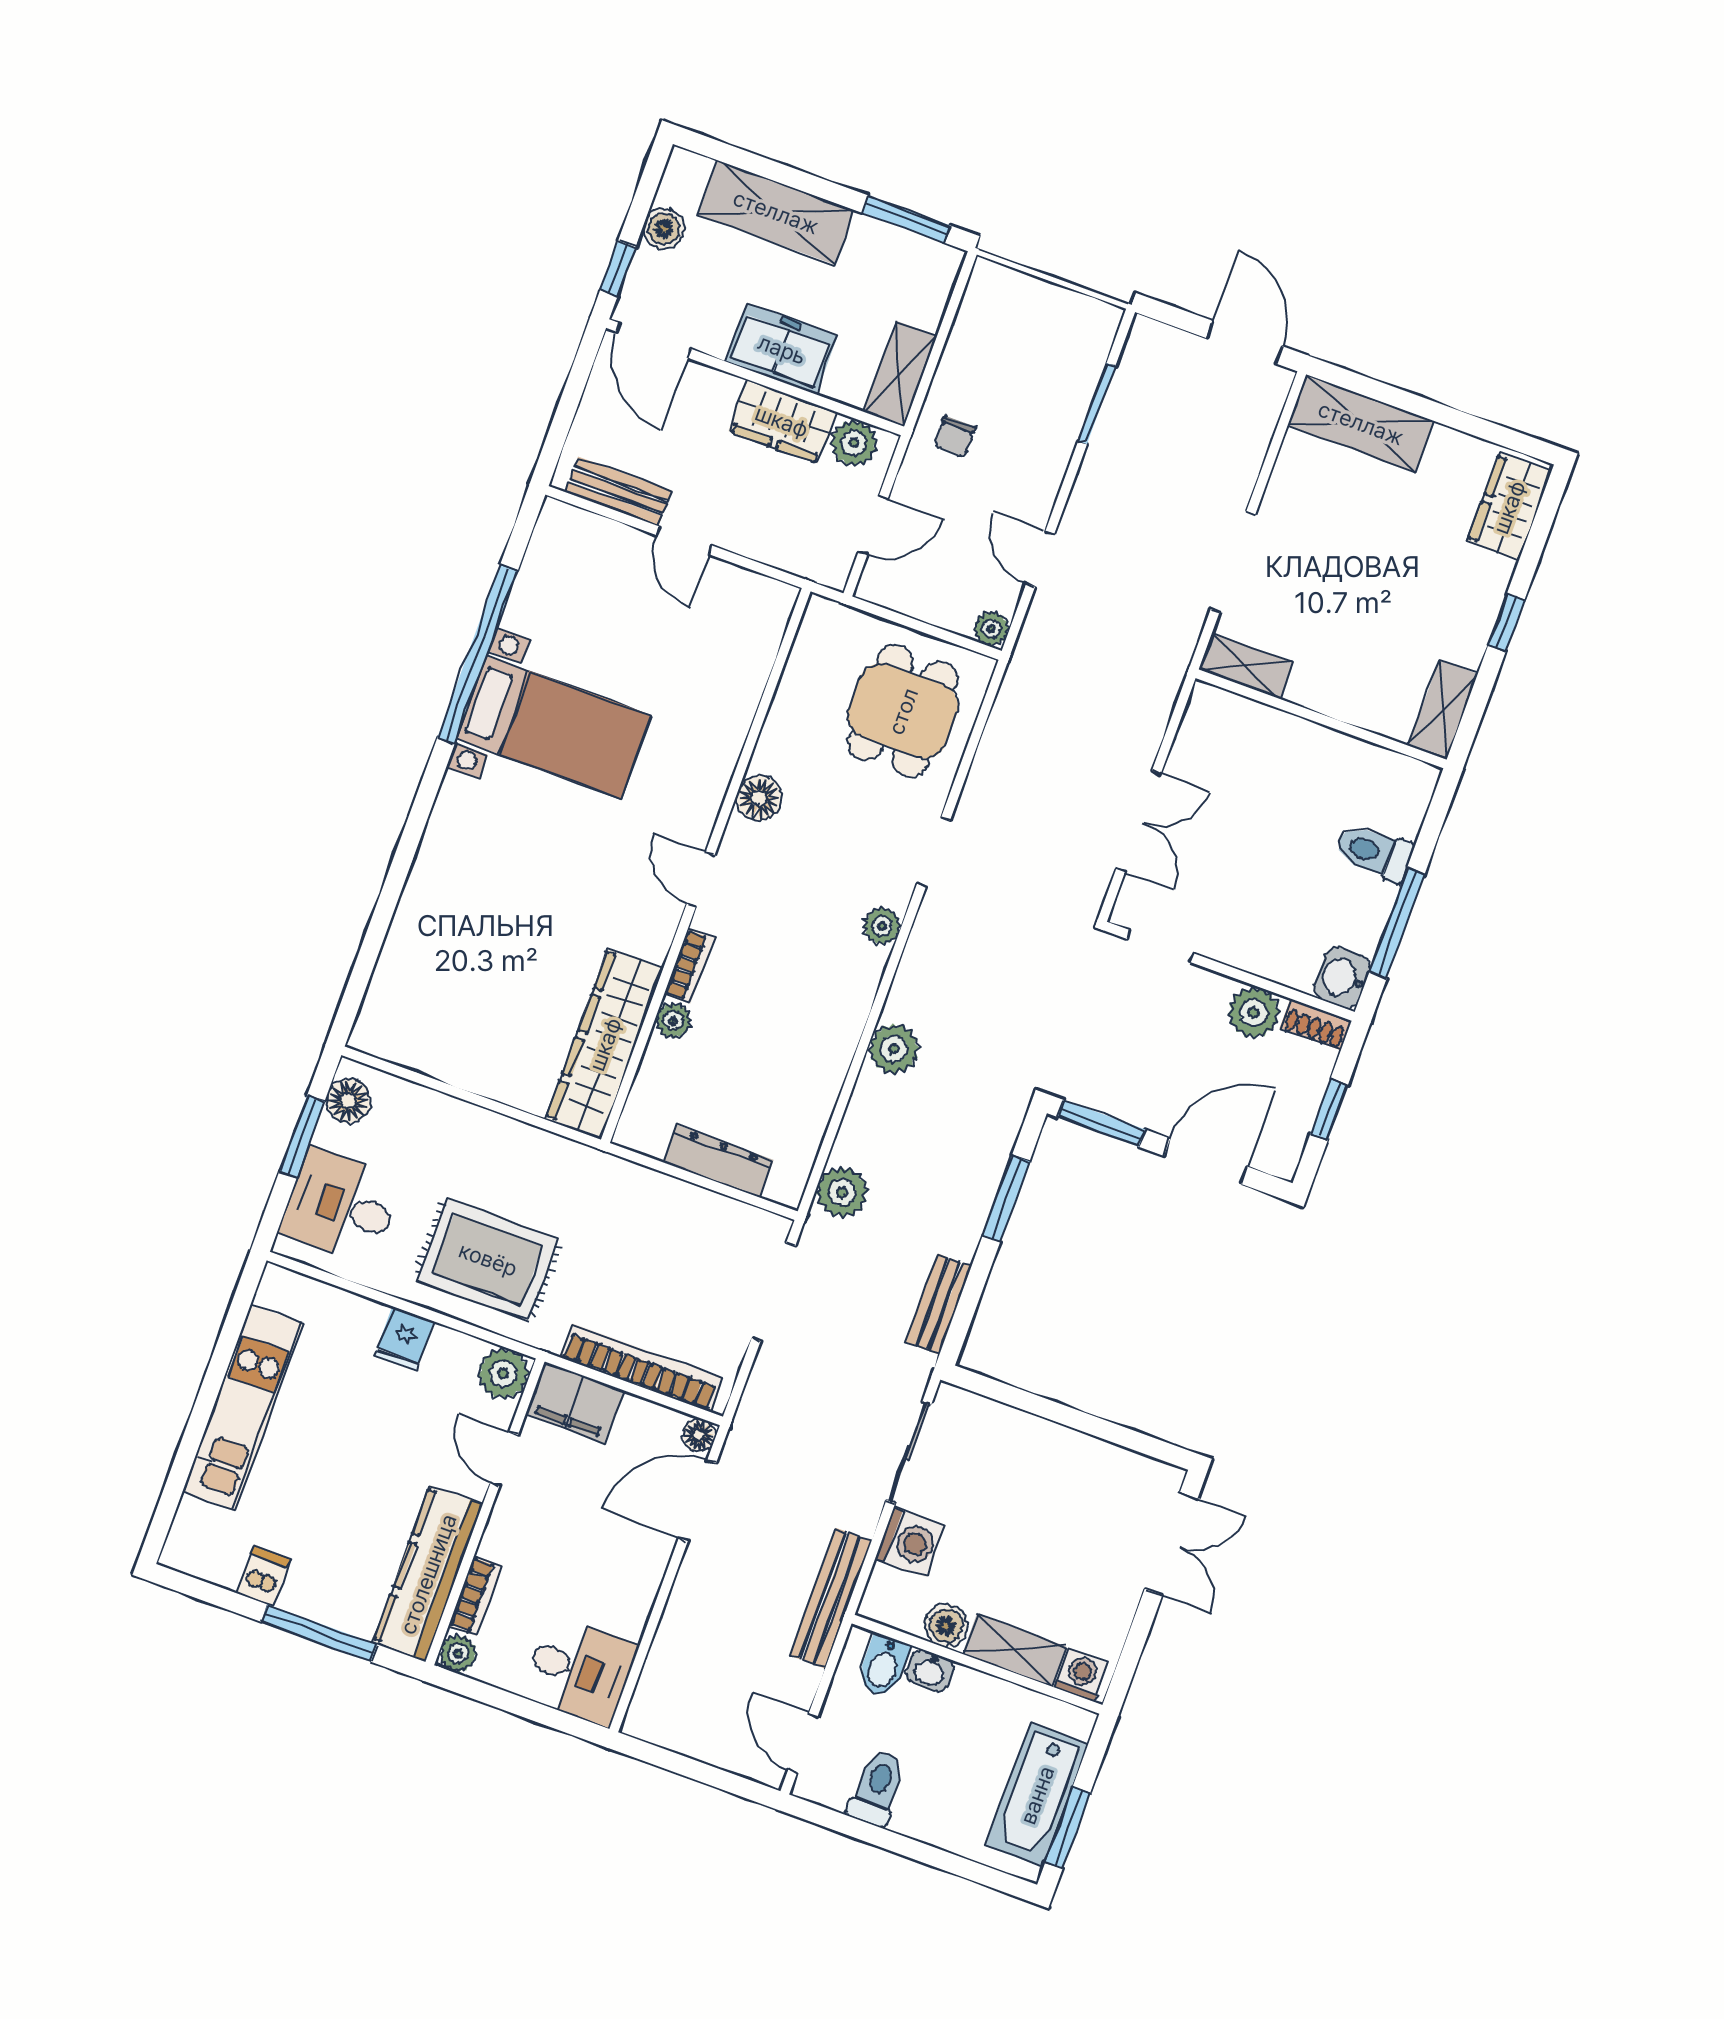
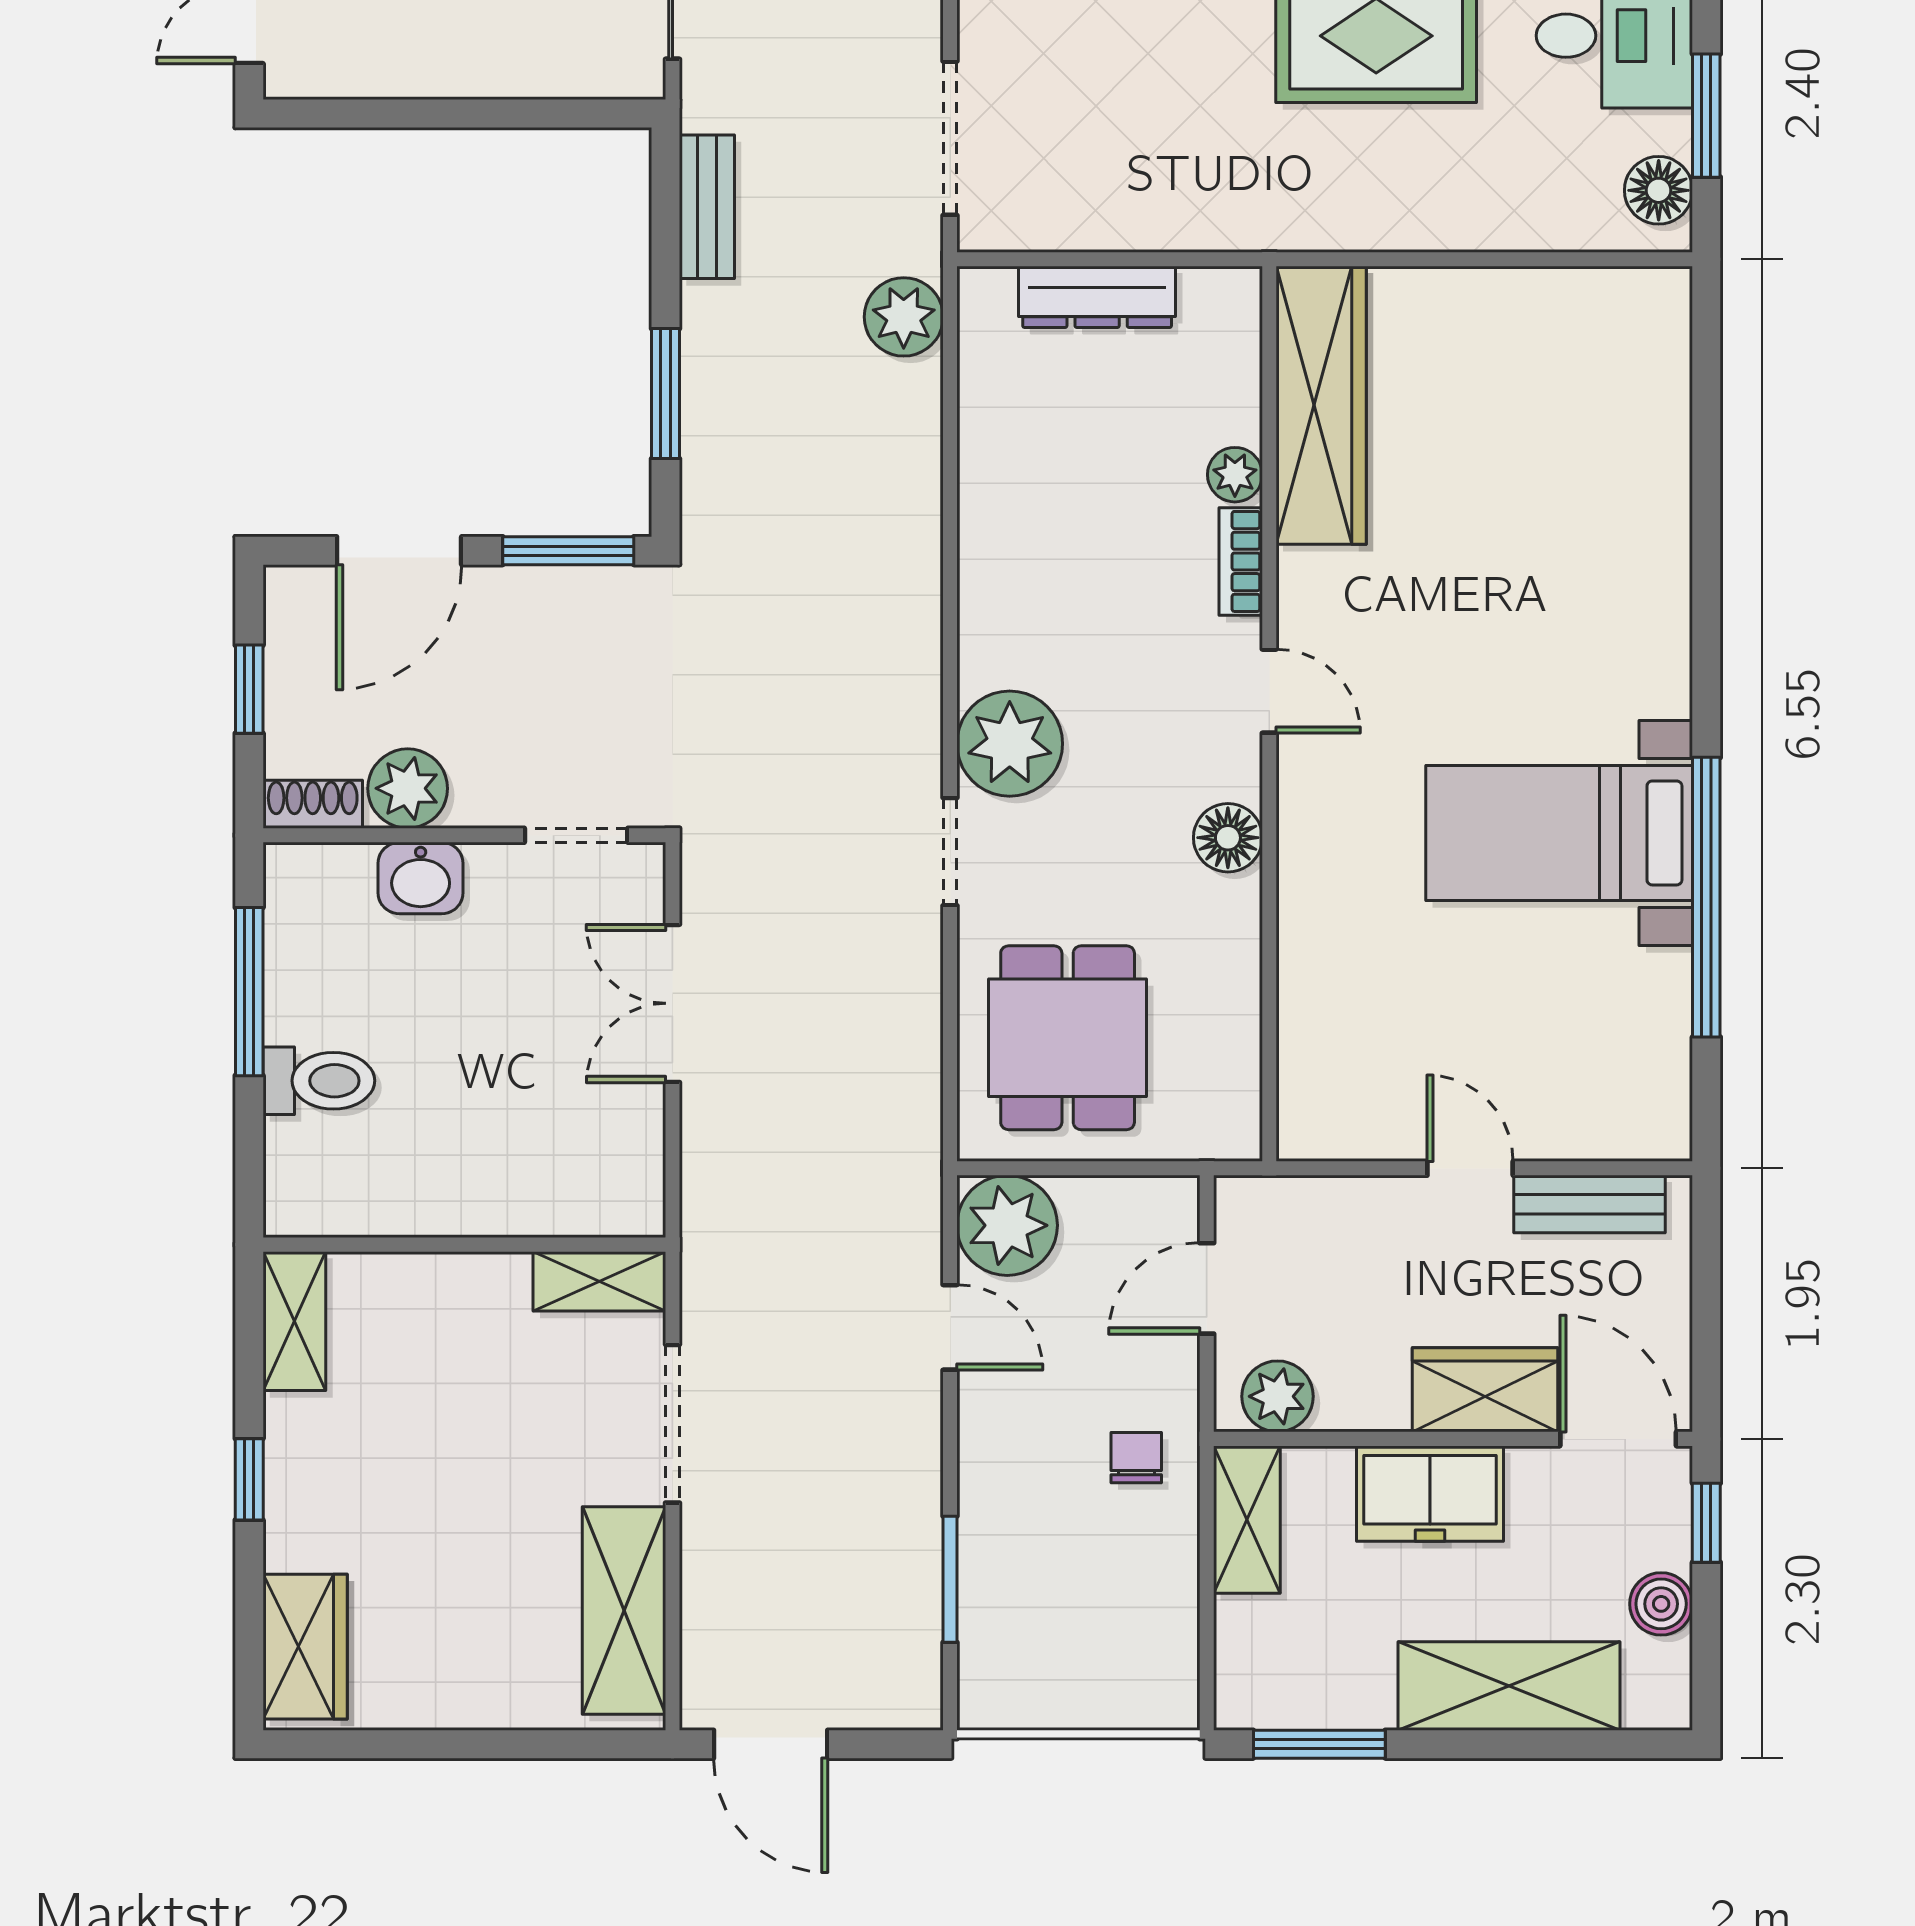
wardrobe: (782, 421) -> (1485, 1390), moved
shelving: (1361, 423) -> (624, 1610), moved, turned 90
plant: (991, 629) -> (1007, 1225), width x1.88, depth x1.88
plant: (882, 926) -> (1010, 744), width x1.87, depth x1.87
washbasin: (1342, 978) -> (421, 878), moved, turned 90
plant: (894, 1049) -> (904, 549), removed

